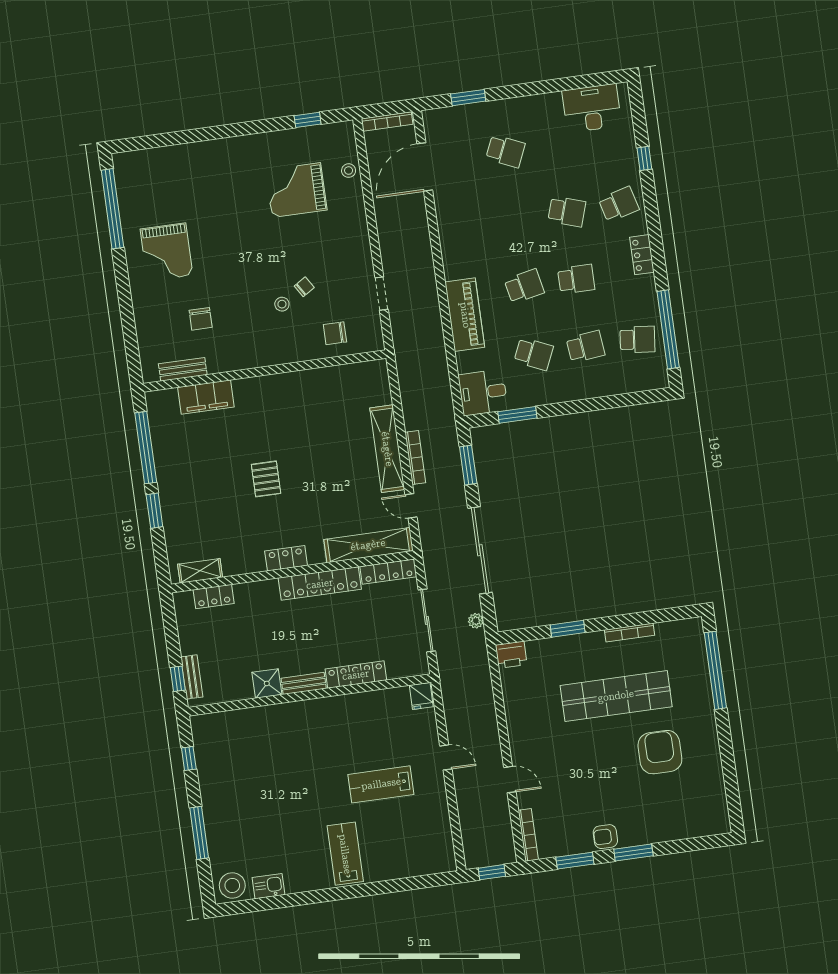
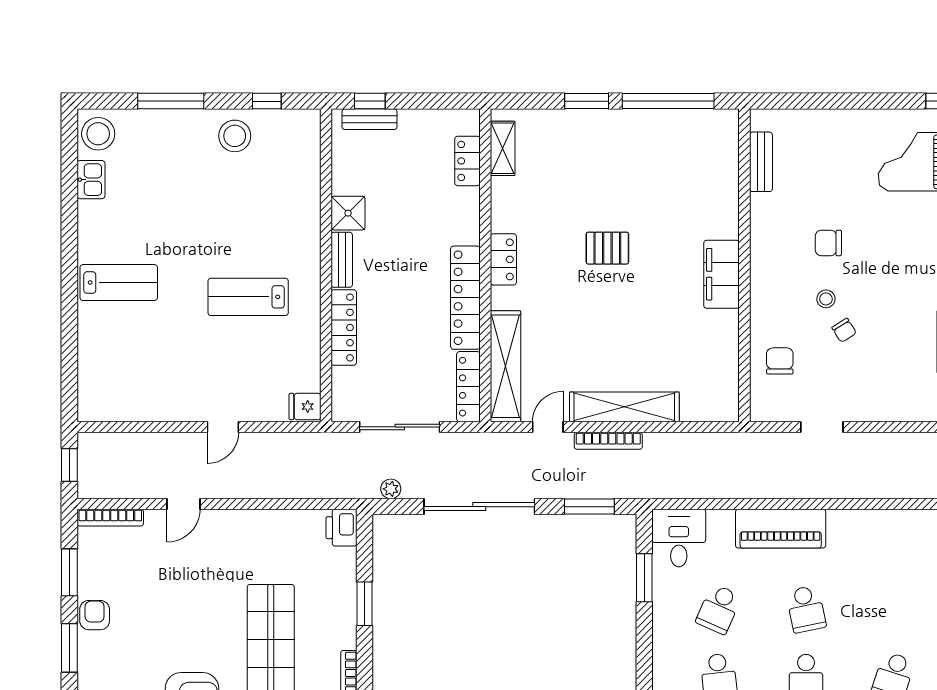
chair: (201, 319) -> (828, 243), moved
filing cabinet: (206, 397) -> (722, 274), moved
stool: (219, 780) -> (235, 136), added
lab bench: (381, 784) -> (248, 297), moved, turned -90

